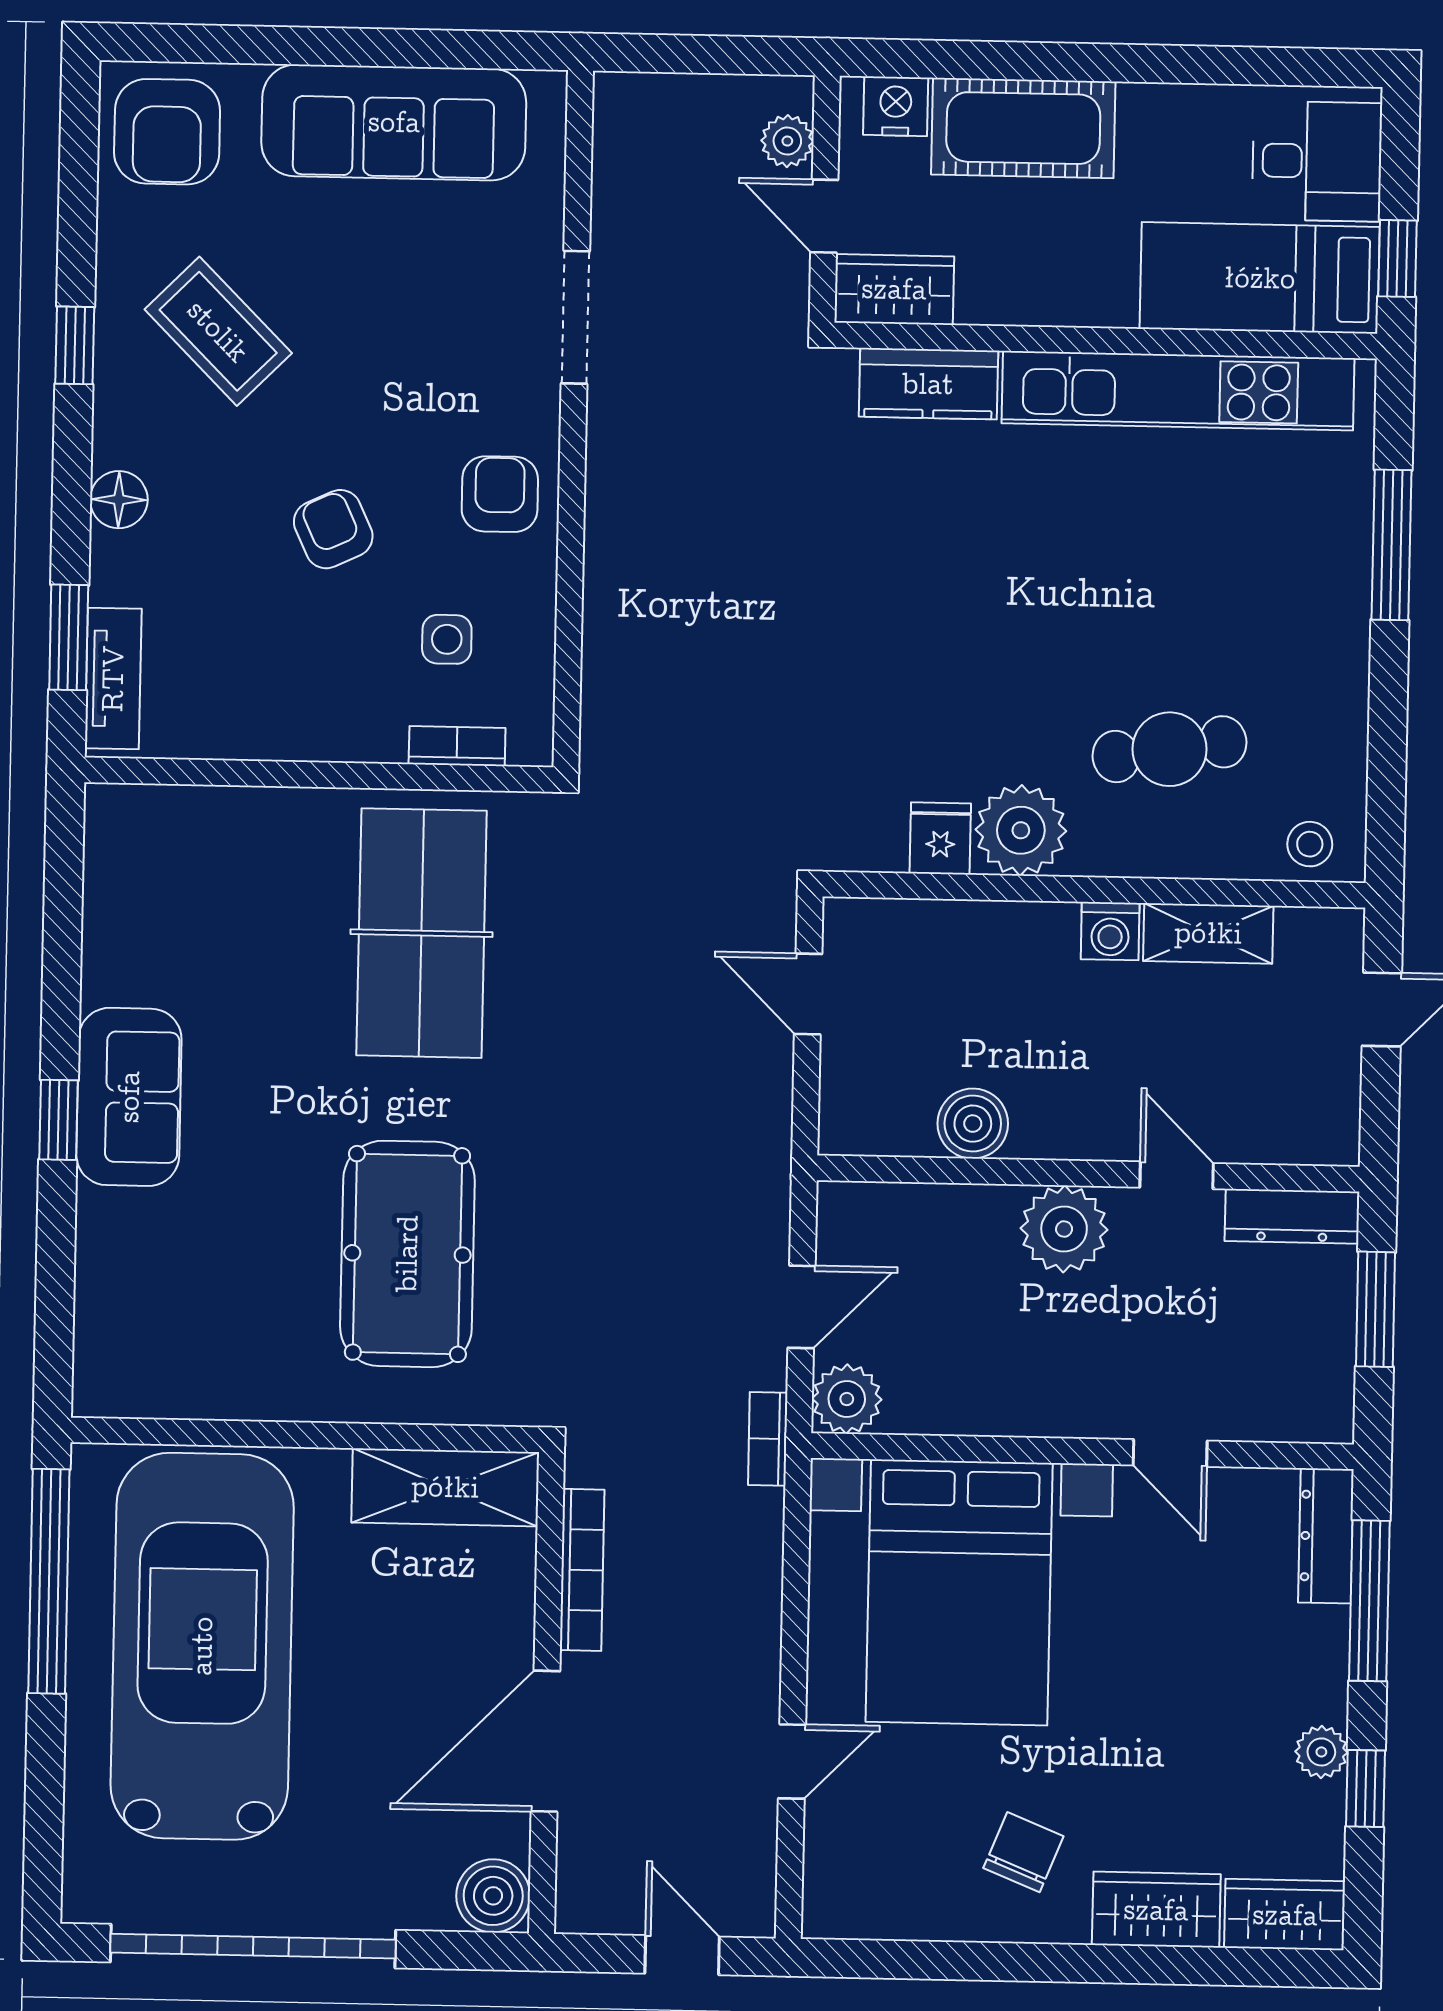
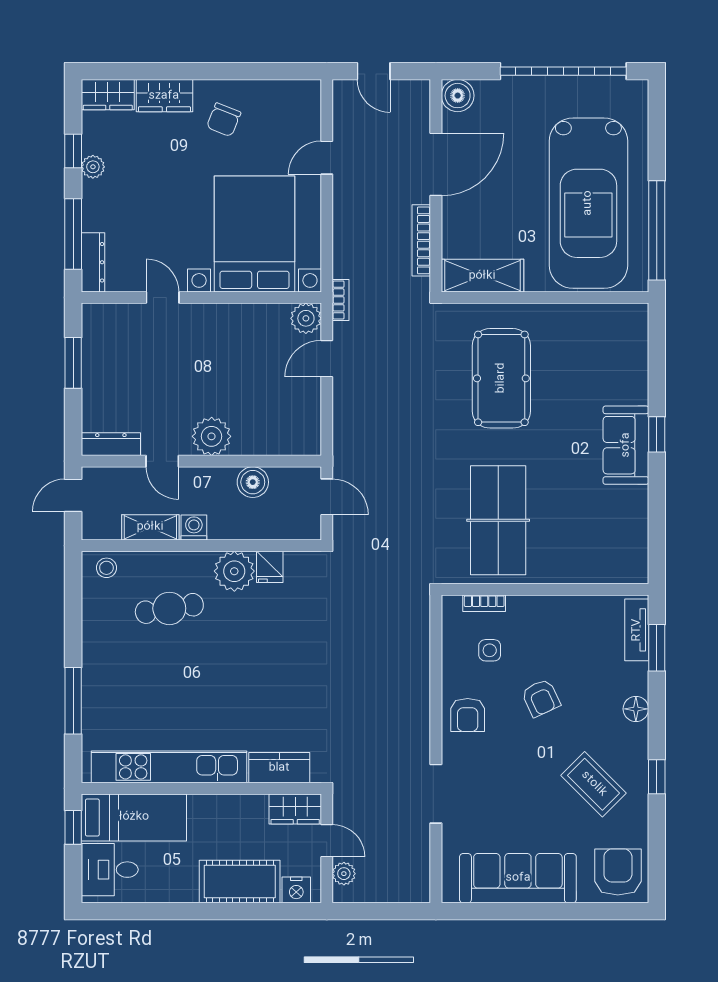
boiler: (973, 1124) -> (253, 482), moved
wall: (1088, 1173) -> (201, 461), moved
door: (1177, 1175) -> (162, 461), moved
dresser: (1292, 1216) -> (111, 444), moved
plant: (1064, 1229) -> (212, 436), moved

